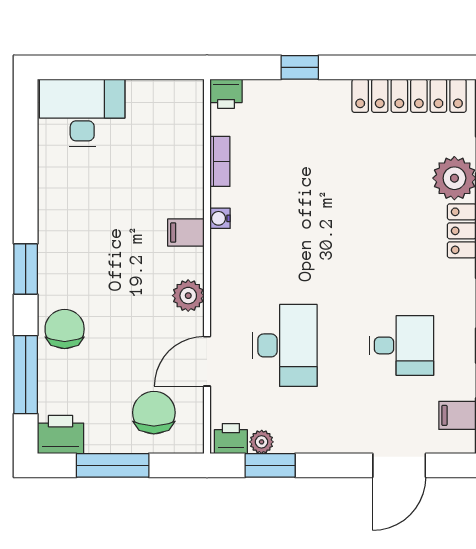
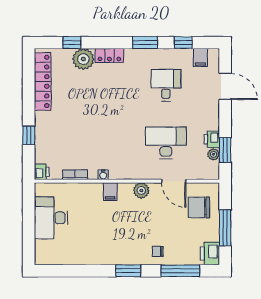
desk: (82, 113) -> (51, 218), moved
chair: (65, 329) -> (158, 251), width x0.54, depth x0.54
printer: (231, 439) -> (212, 139), moved

